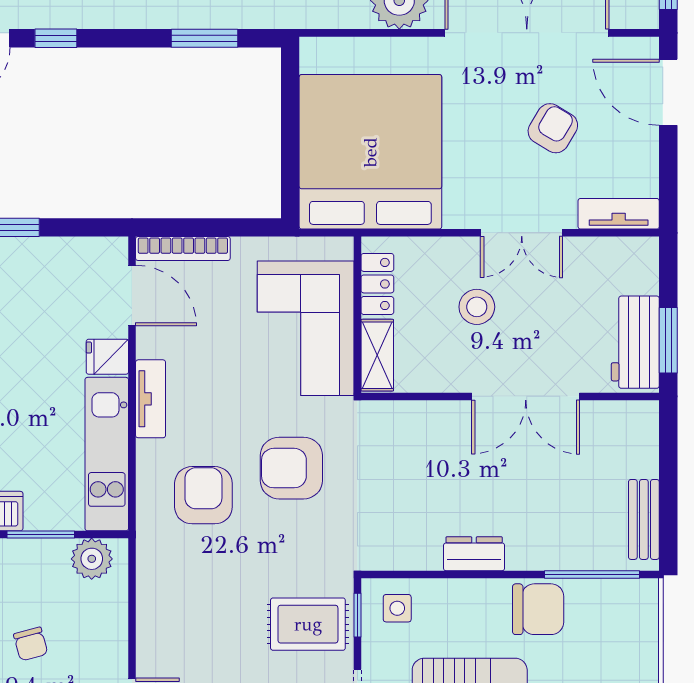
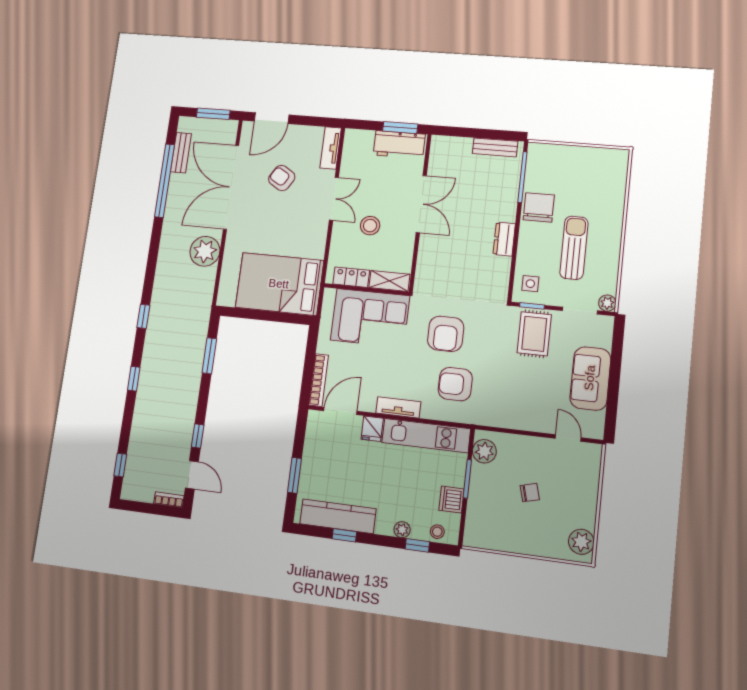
bed: (370, 152) -> (279, 284), width x0.73

